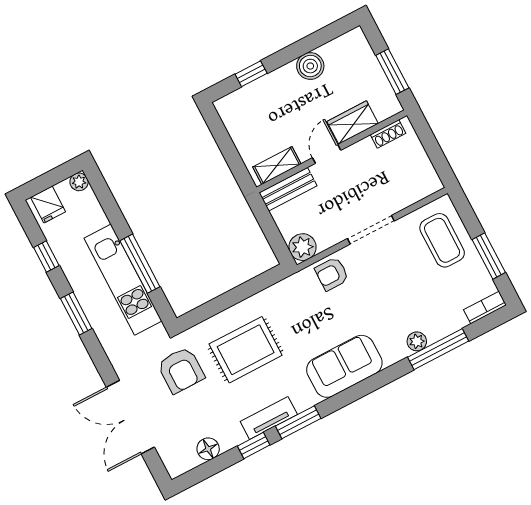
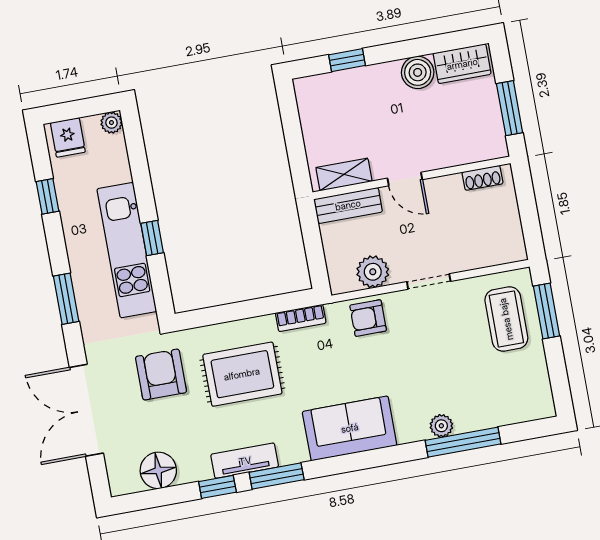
wardrobe: (353, 123) -> (462, 64), moved, turned 180
door: (327, 154) -> (405, 179), swing flipped
doorway: (371, 230) -> (429, 281), width x0.73
plant: (303, 247) -> (373, 272), moved
window: (489, 256) -> (546, 311), moved
window: (140, 264) -> (152, 238), width x0.46
bookcase: (485, 307) -> (301, 318), moved, turned 180
window: (76, 314) -> (66, 299), moved
armchair: (181, 370) -> (161, 375), turned 180
floor lamp: (208, 449) -> (158, 470), width x1.38, depth x1.38

